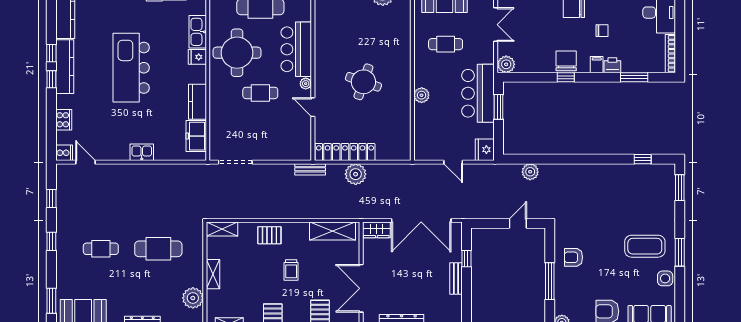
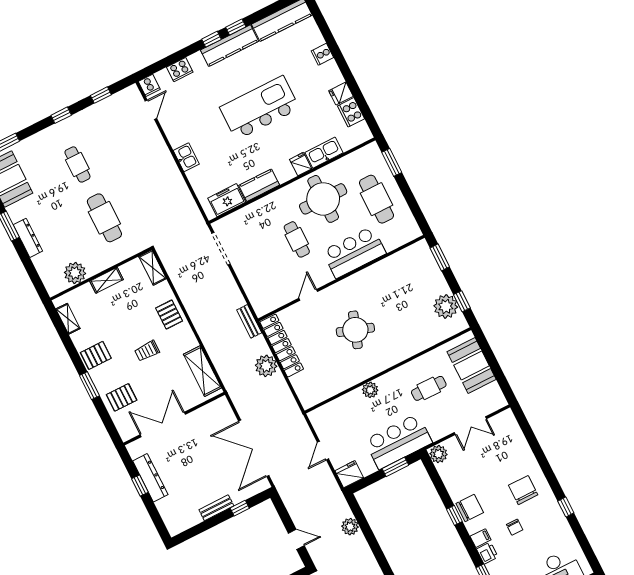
cafe table: (446, 44) -> (429, 388), turned 90
plant: (306, 84) -> (327, 277), removed
wardrobe: (376, 230) -> (224, 411), removed

